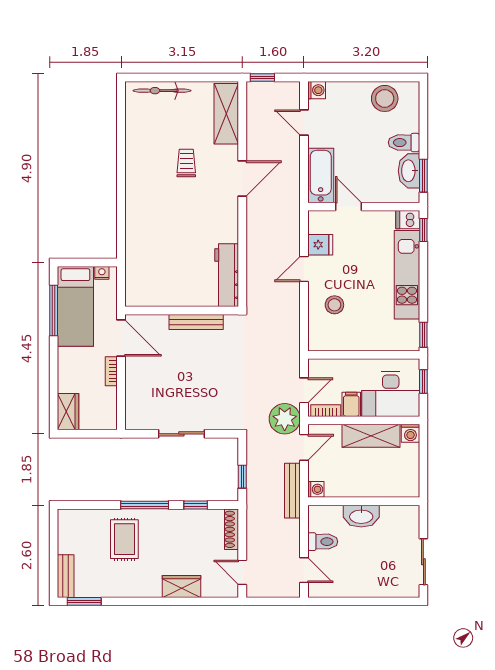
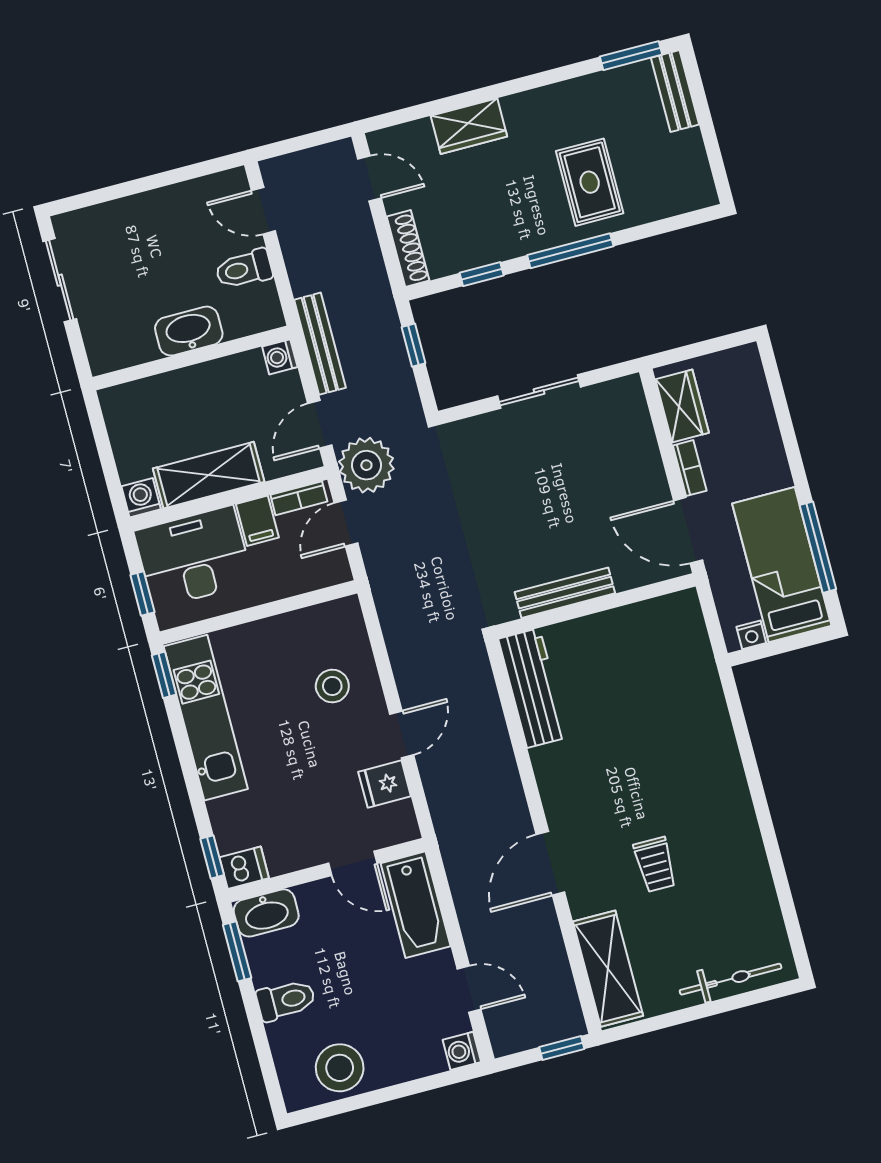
washbasin: (409, 171) -> (266, 913), moved, turned 90
kitchen unit: (407, 275) -> (206, 718), moved
wardrobe: (68, 412) -> (682, 406), moved, turned 180

